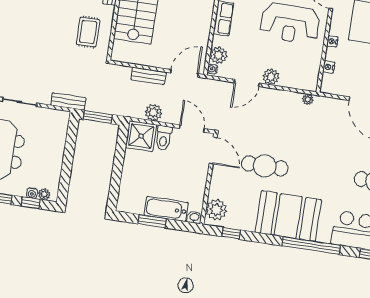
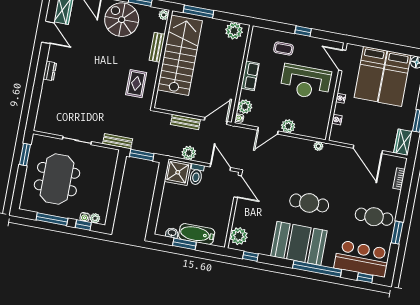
cafe table: (265, 166) -> (309, 203), moved
washbasin: (194, 217) -> (172, 233), moved

